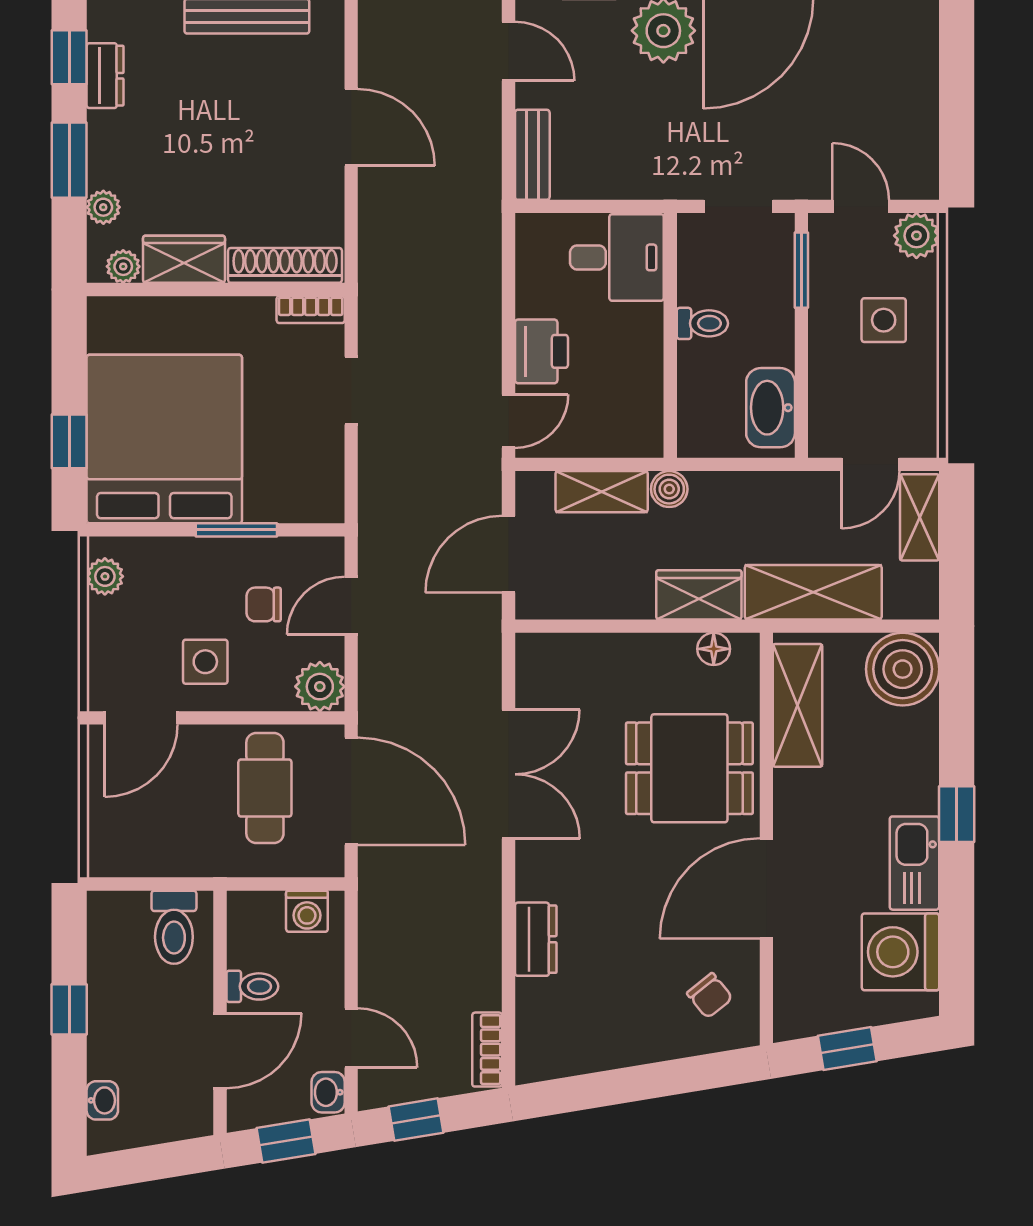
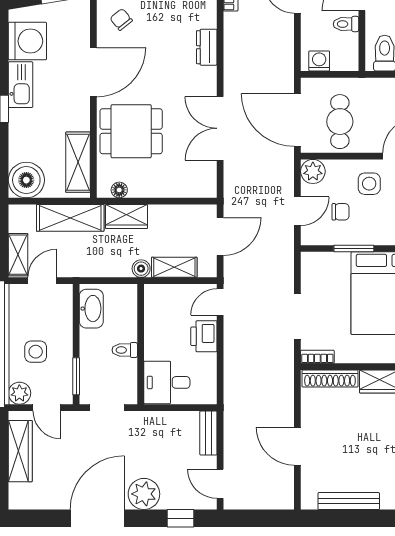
wardrobe: (915, 118) -> (20, 451), added
doorway: (351, 391) -> (297, 317), width x1.38

